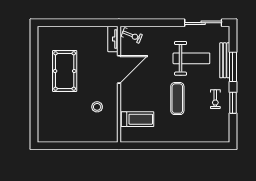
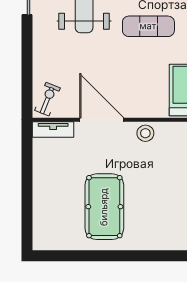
pool table: (65, 71) -> (104, 207), turned 90
stool: (97, 107) -> (145, 133), moved

